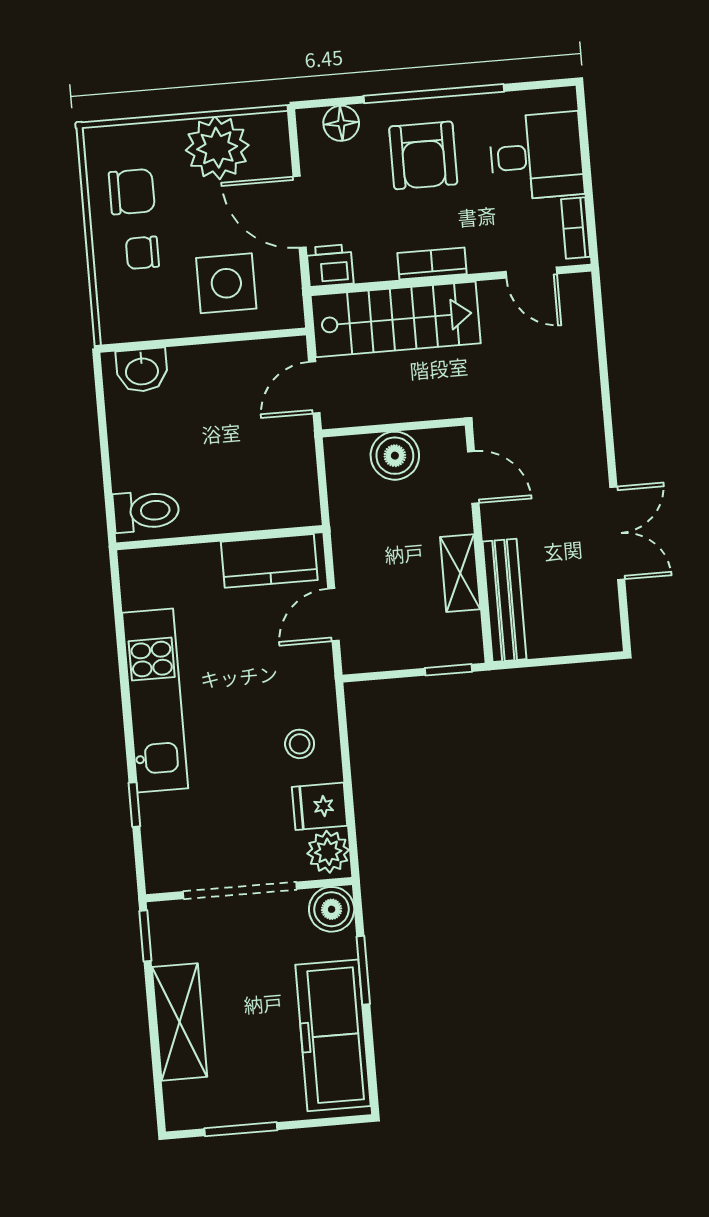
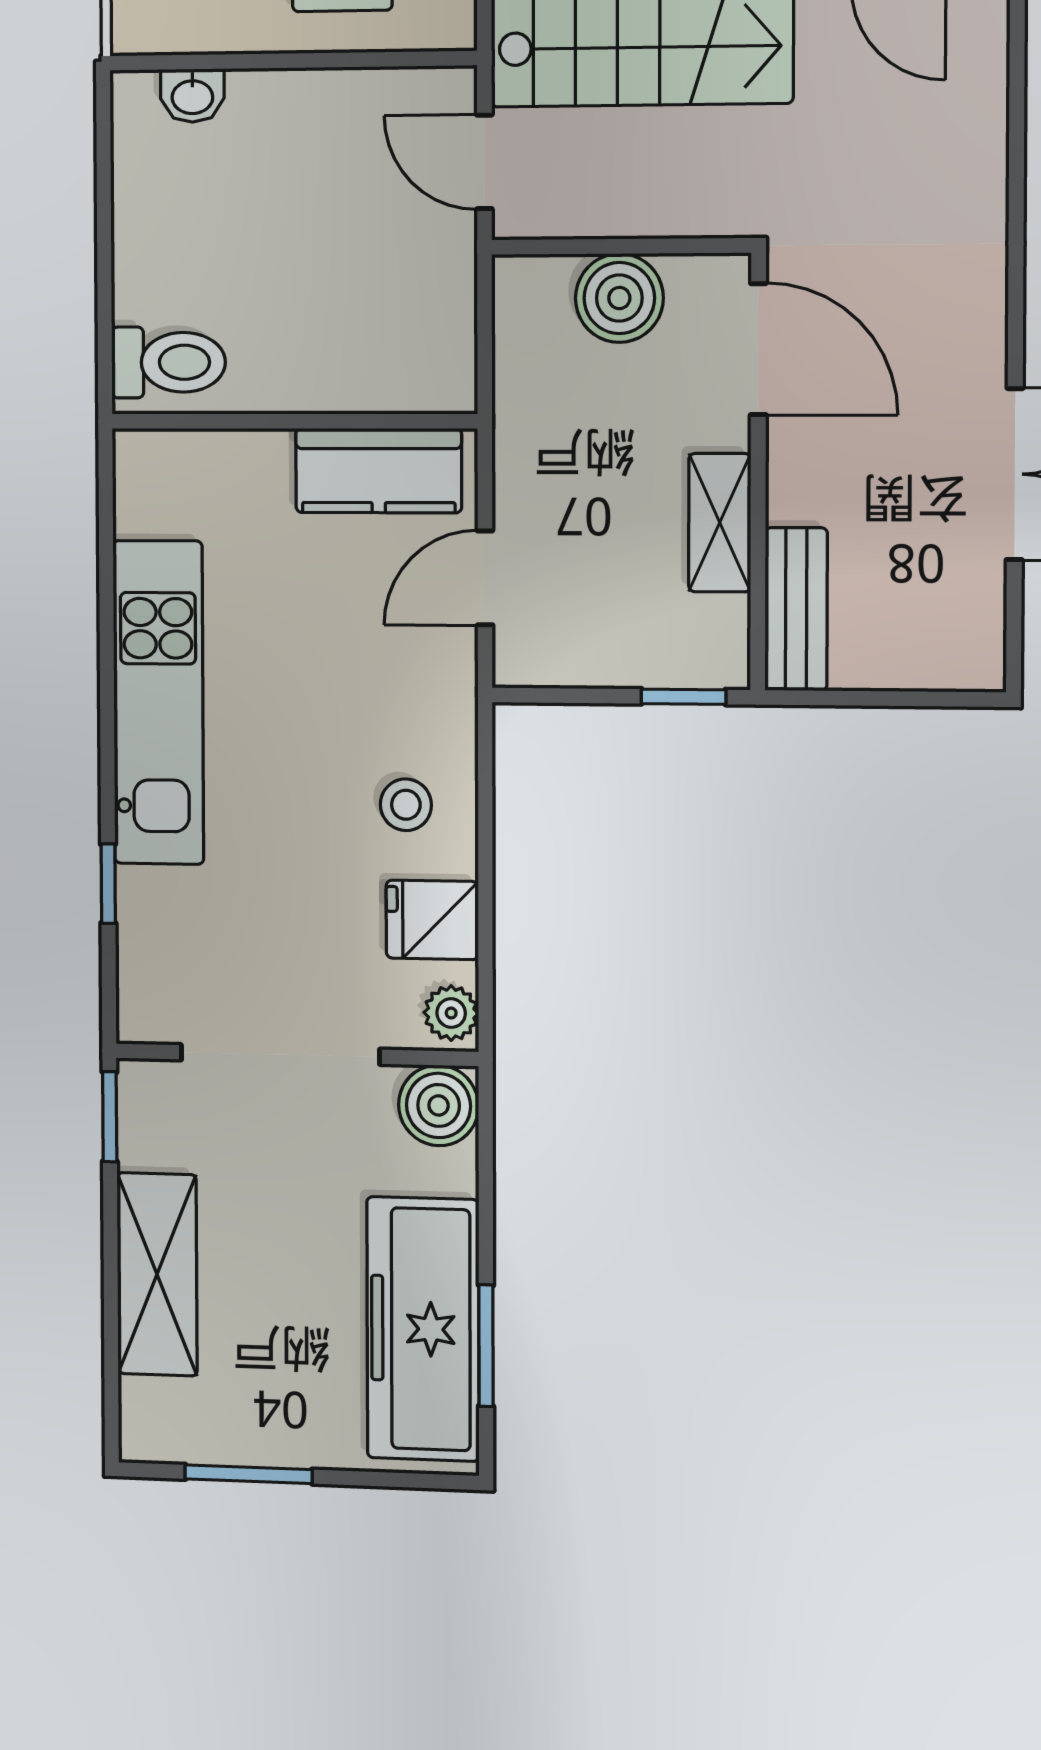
washbasin: (142, 370) -> (192, 96), width x0.72, depth x0.69
door: (314, 387) -> (484, 162), hinge flipped
door: (473, 477) -> (758, 349), width x1.38
bench: (505, 600) -> (796, 609), width x0.73
plant: (328, 852) -> (451, 1013), width x0.73, depth x0.73
window: (363, 970) -> (486, 1346), moved

